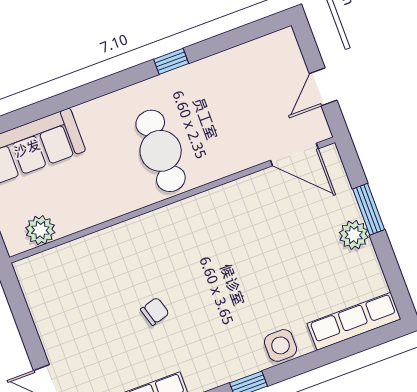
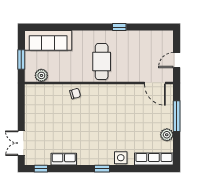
window: (369, 209) -> (177, 116), width x1.44
plant: (354, 235) -> (167, 135), moved
chair: (155, 311) -> (75, 94), moved

